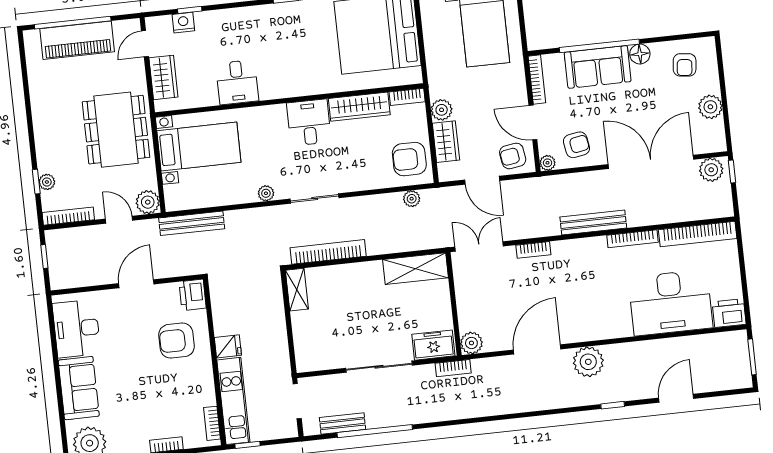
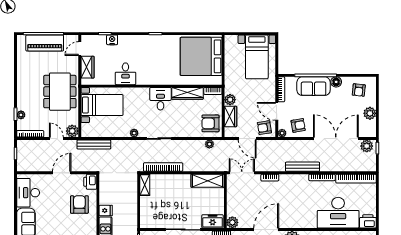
nightstand: (183, 23) -> (112, 40), moved
armchair: (177, 341) -> (79, 205), turned 90

